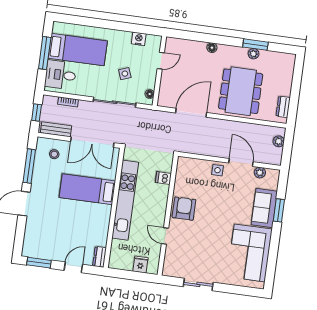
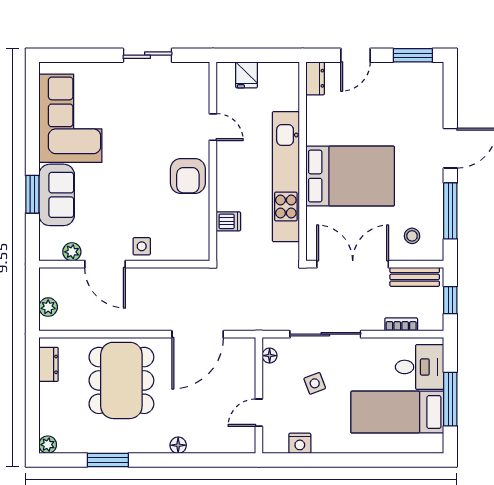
plant: (254, 54) -> (48, 445), moved
bed: (87, 189) -> (350, 176), width x1.50

